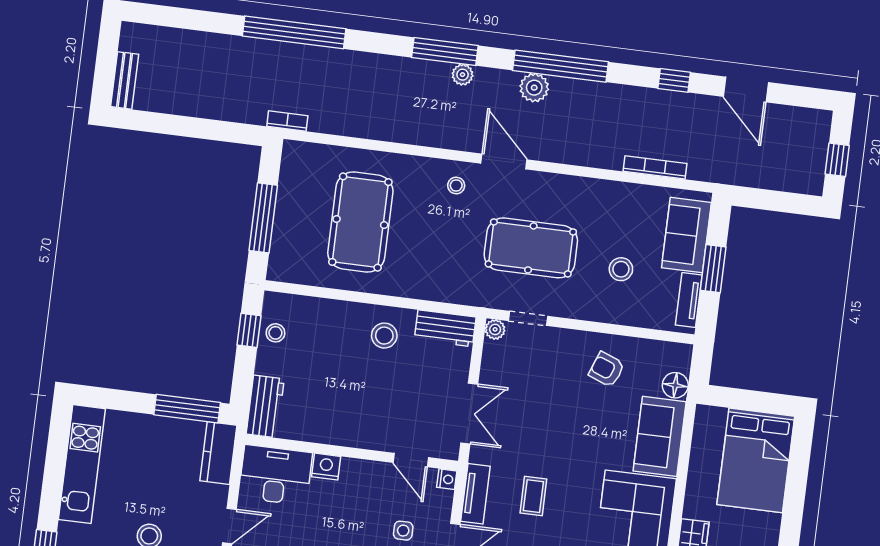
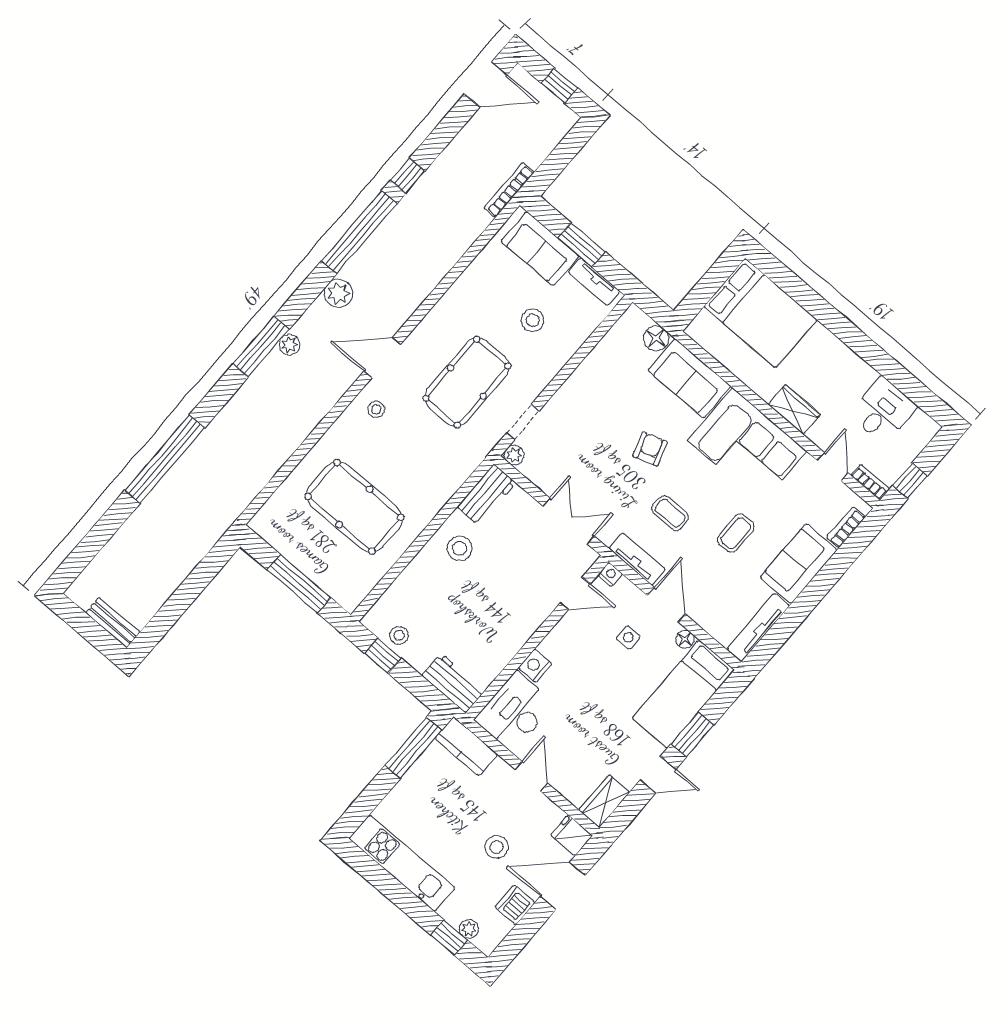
window: (560, 66) -> (359, 232), moved
door: (746, 90) -> (486, 84), moved
bookcase: (287, 121) -> (233, 512), removed
bookcase: (655, 167) -> (509, 190), moved
armchair: (607, 369) -> (650, 449), moved, turned 141

